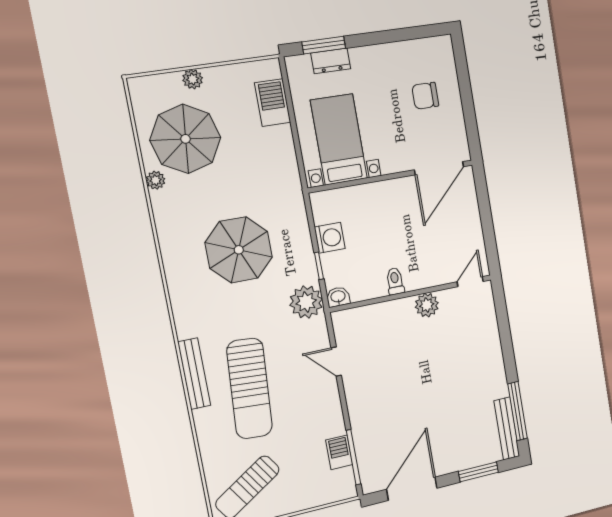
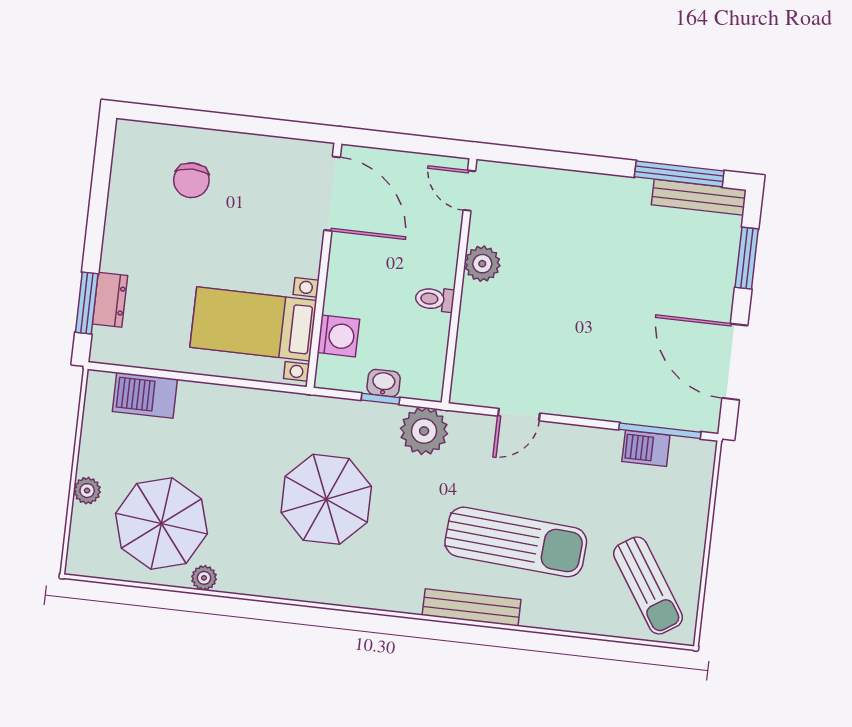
bed with nightstands: (339, 139) -> (253, 324), moved
door: (439, 168) -> (332, 194), moved
wall: (392, 176) -> (324, 265), moved
washing machine: (330, 238) -> (338, 336), moved, turned 90
washbasin: (338, 297) -> (384, 383), moved, turned 90

